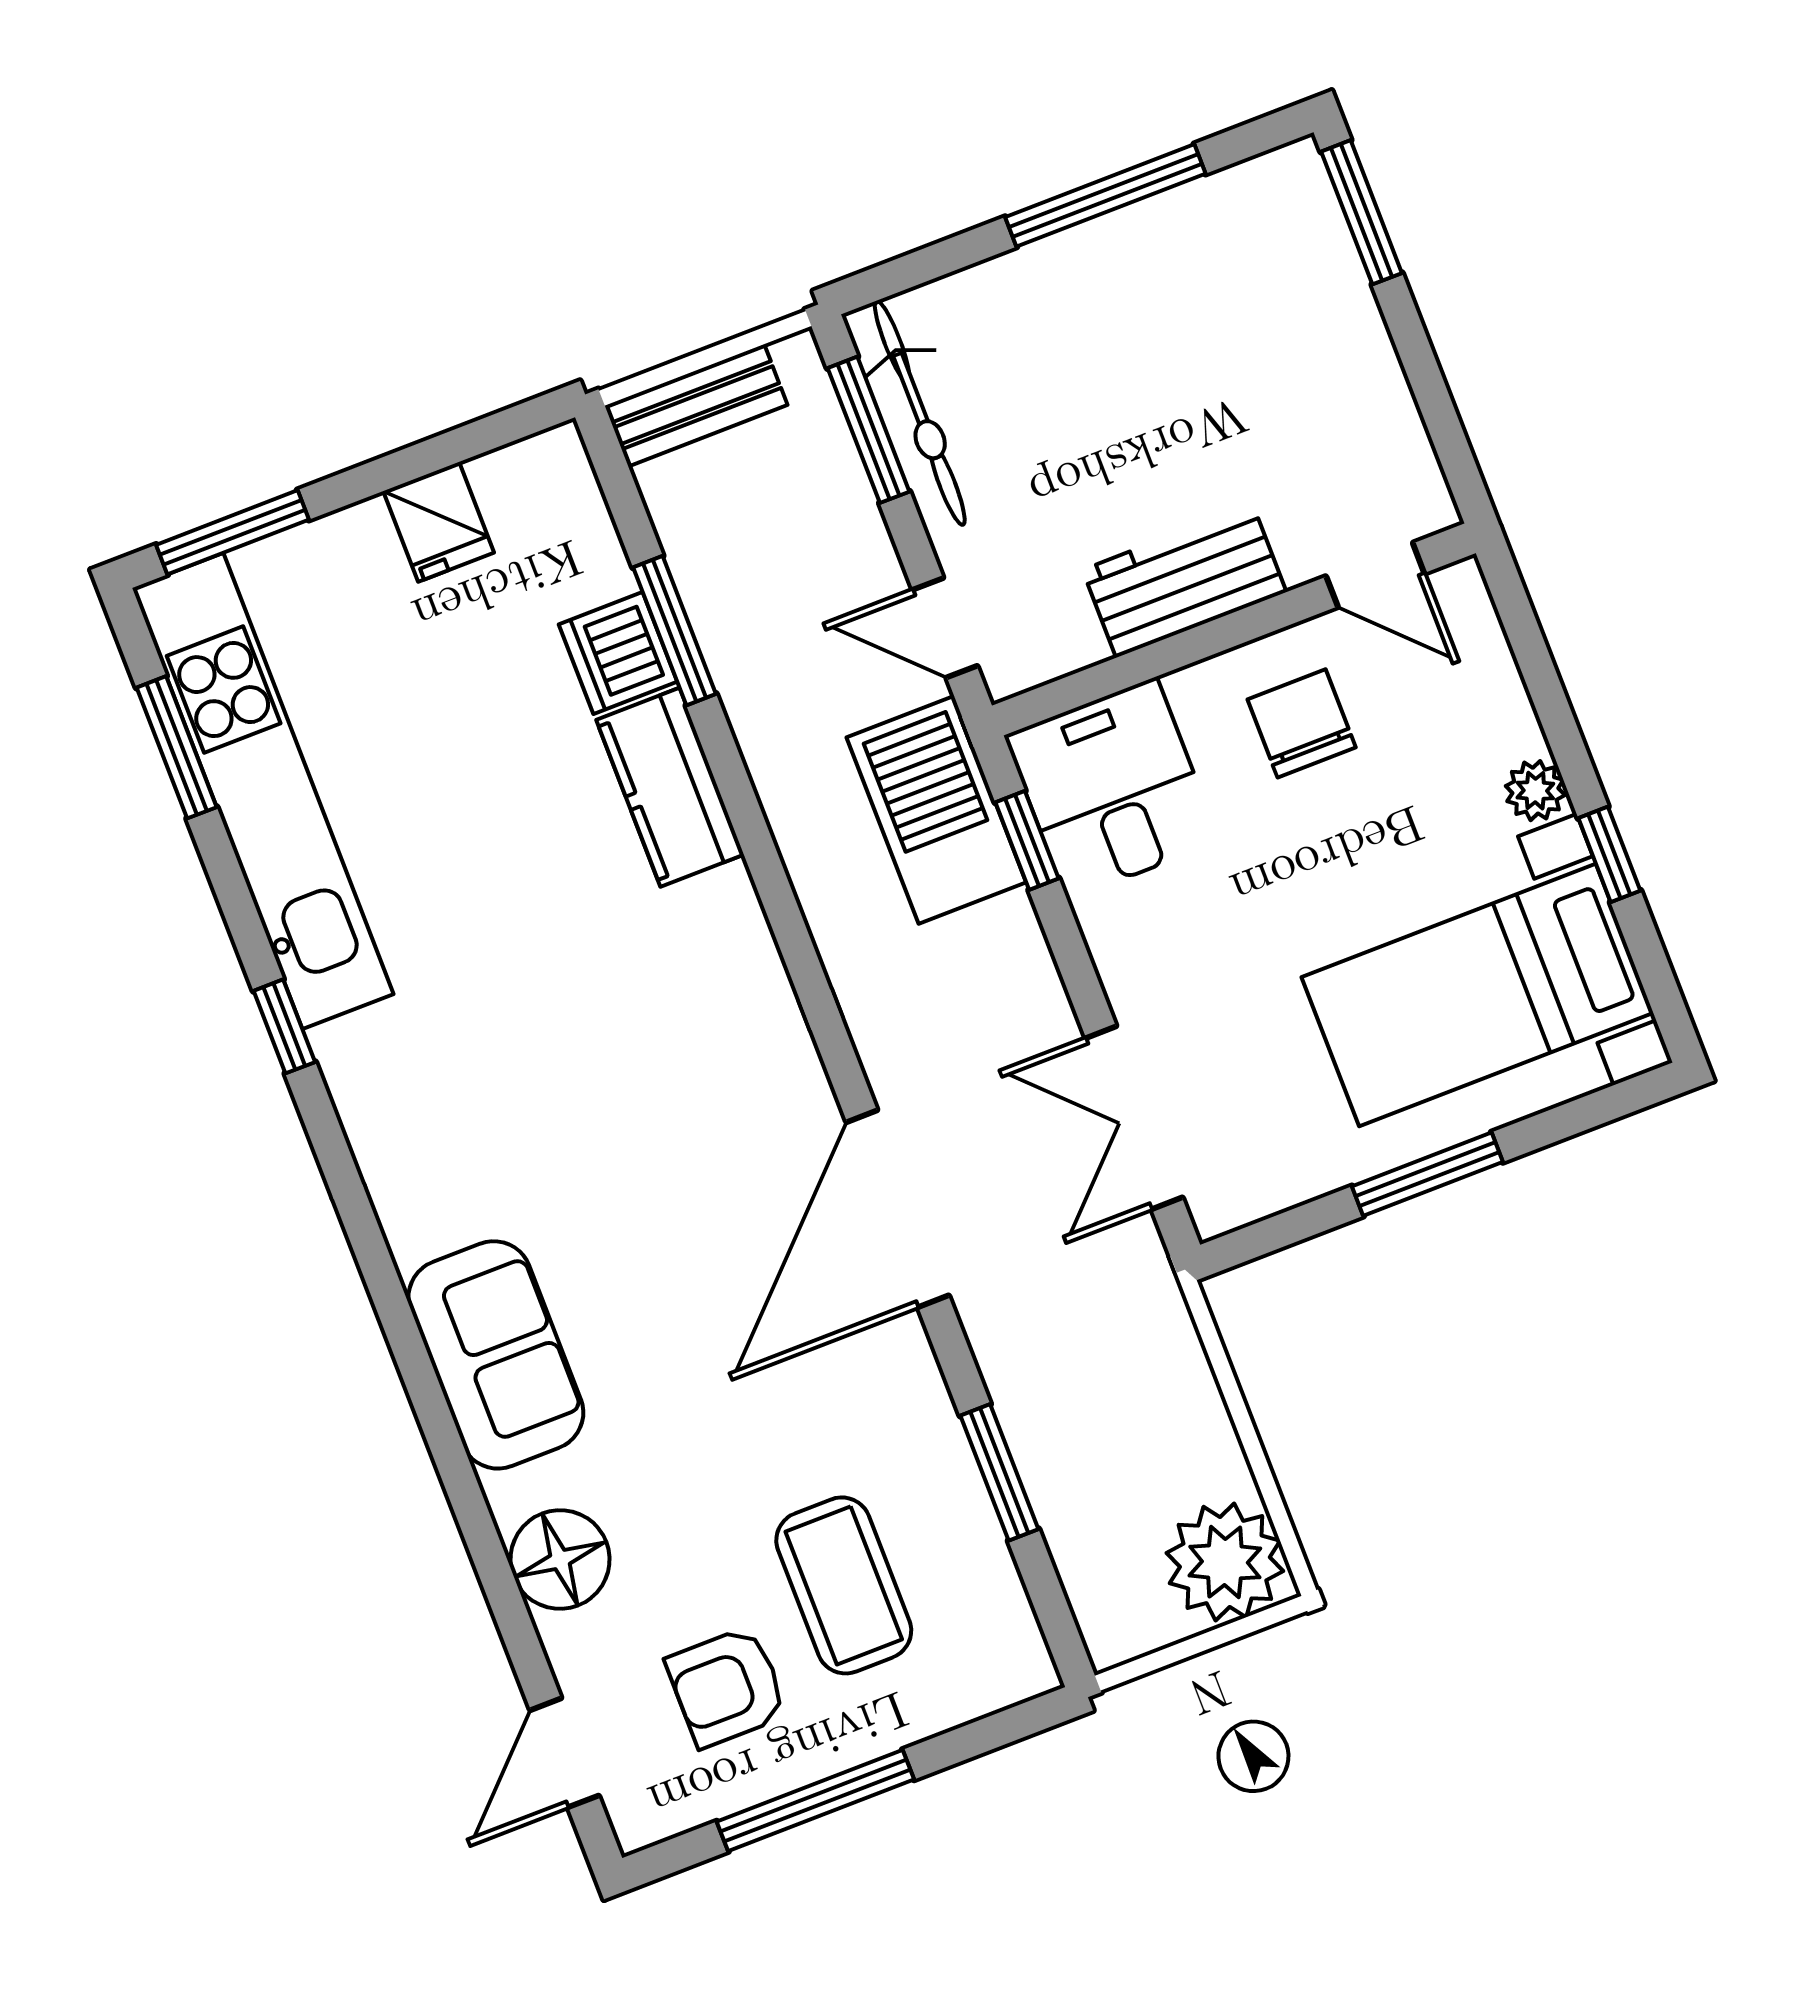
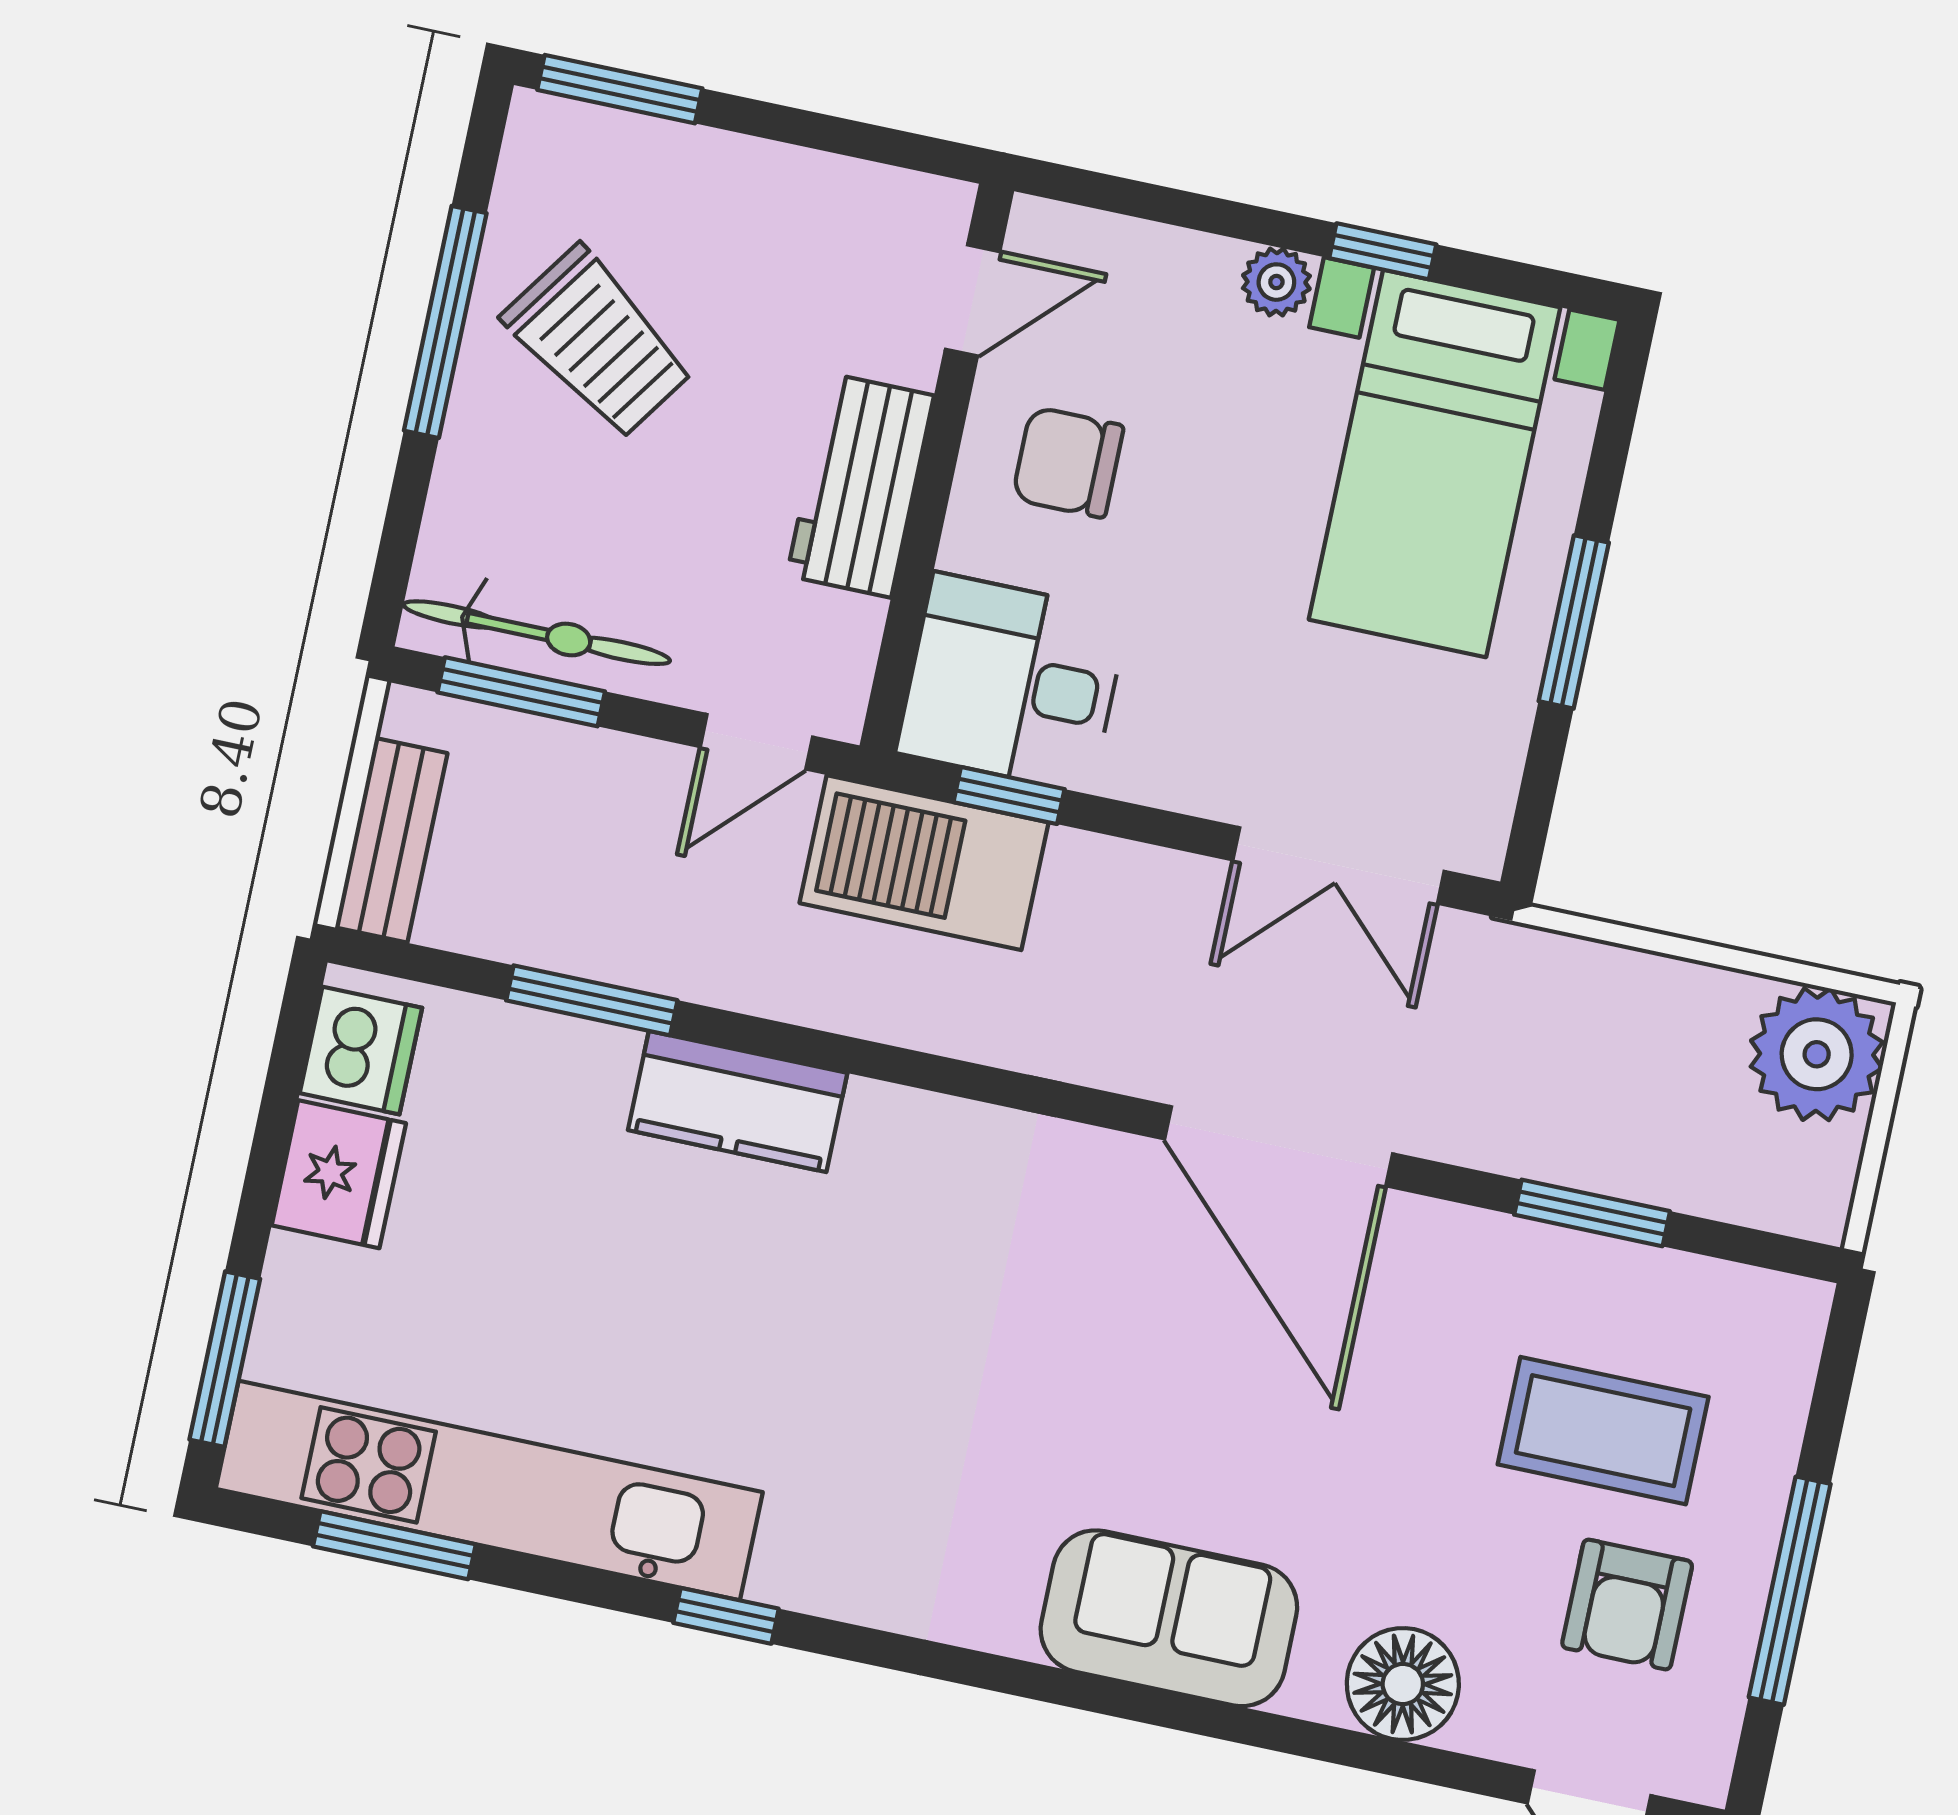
trolley: (1164, 318) -> (598, 342), added
fridge: (439, 522) -> (339, 1174), width x1.38
dishwasher: (618, 653) -> (361, 1050), moved, turned -90

